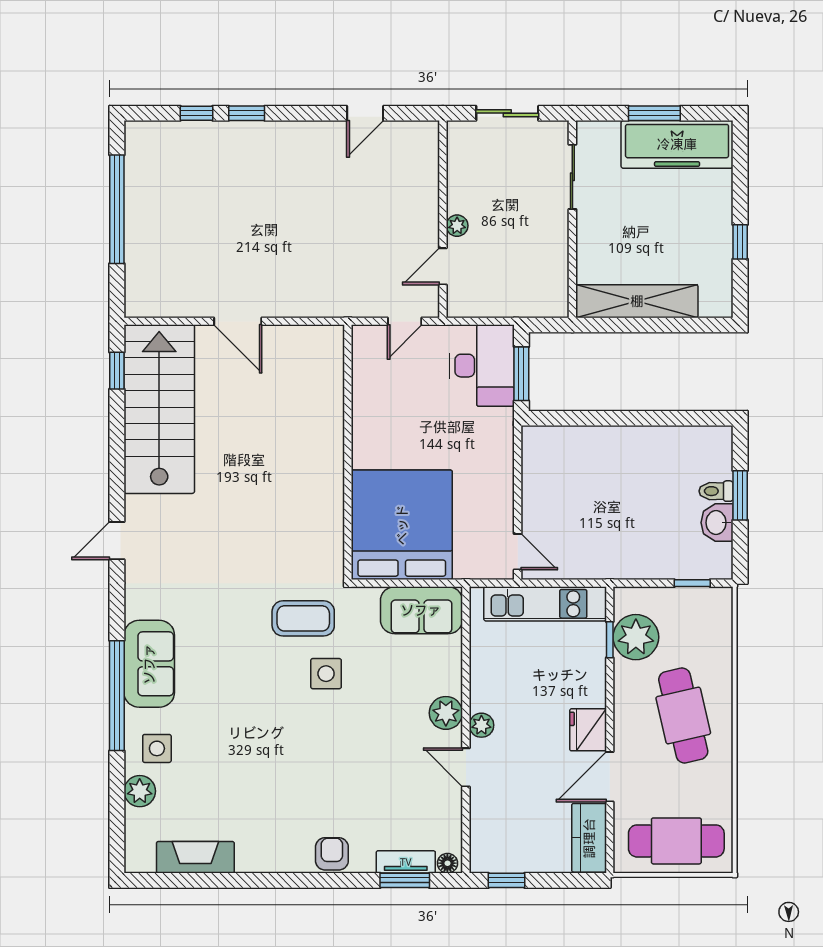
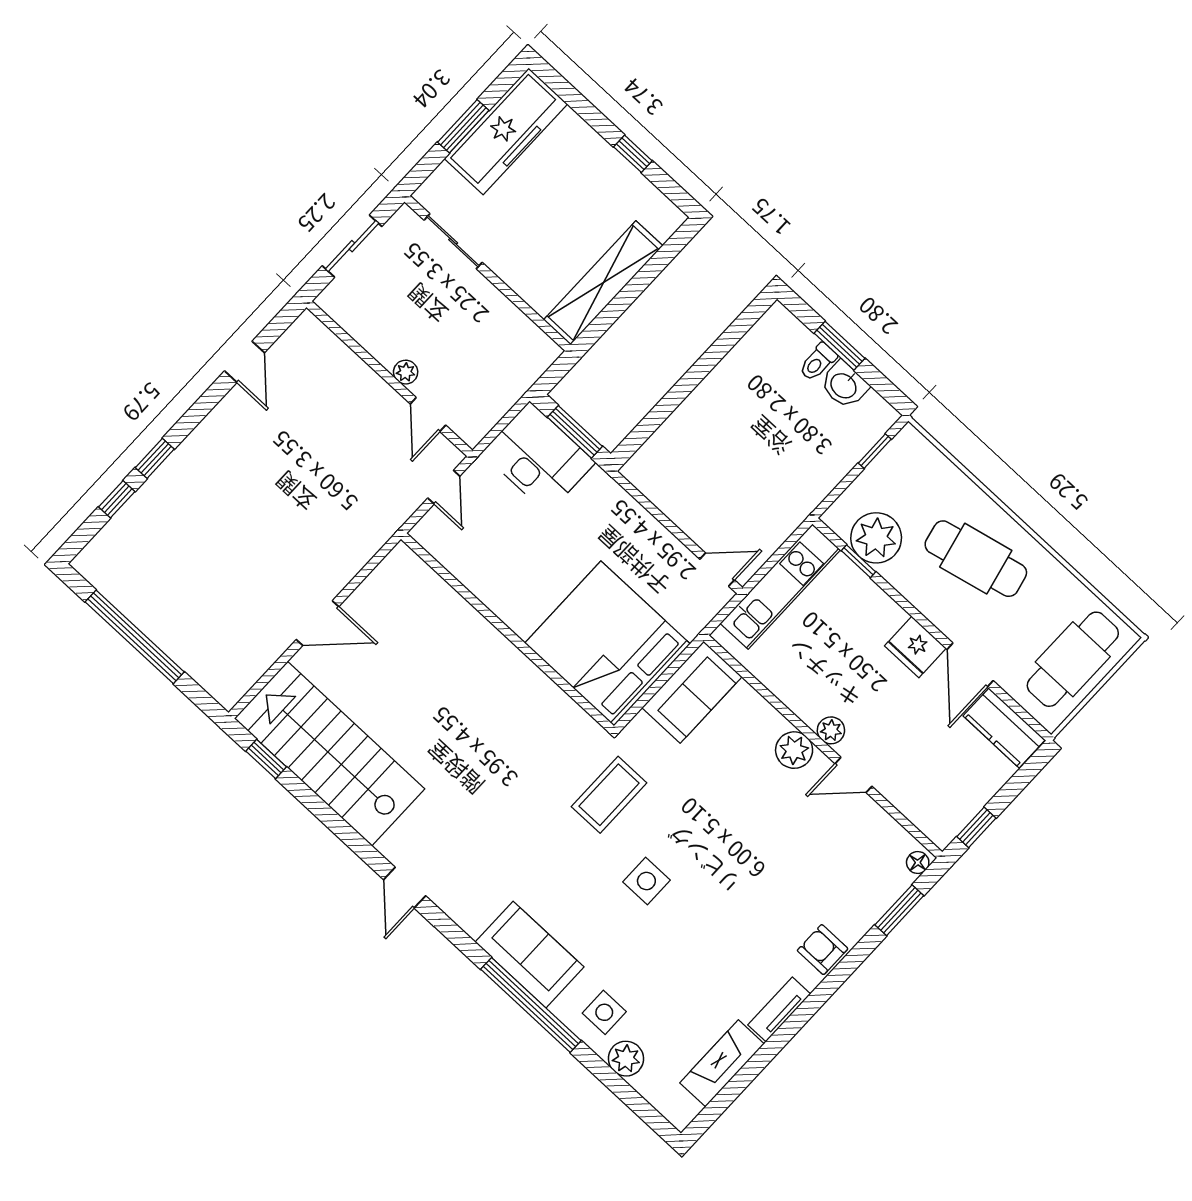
side table: (326, 674) -> (646, 881), moved
tv unit: (406, 862) -> (779, 1009), moved

